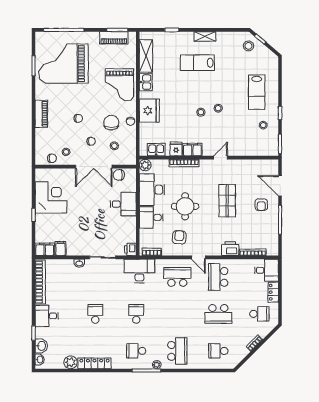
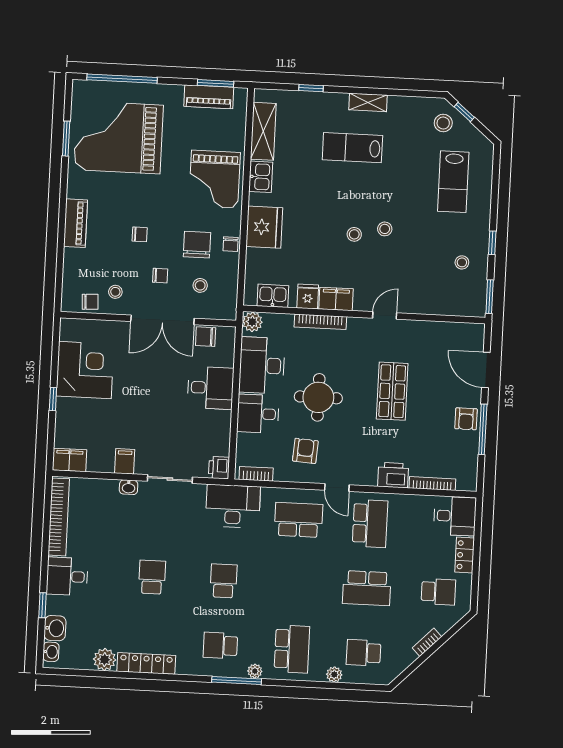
lab bench: (257, 92) -> (453, 182), moved
armchair: (261, 205) -> (466, 419), moved
filing cabinet: (61, 249) -> (125, 461), moved
school desk: (218, 277) -> (370, 523), turned 180
plant: (202, 364) -> (334, 675), added

